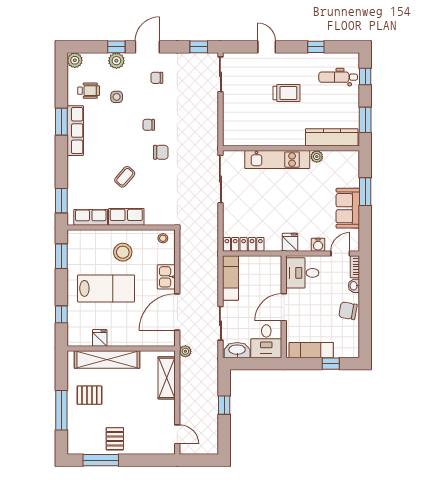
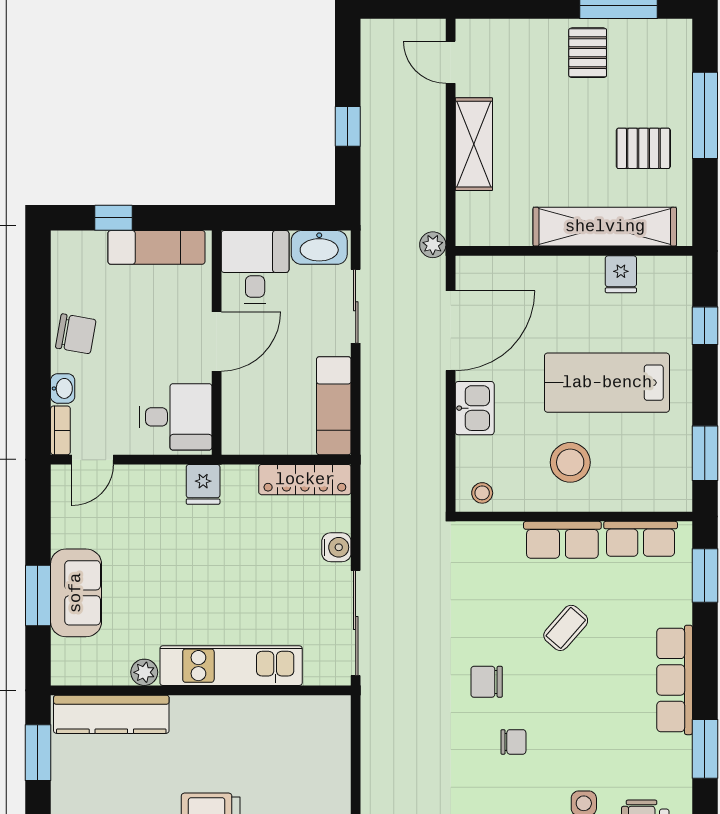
row of seats: (75, 131) -> (675, 680), moved
sofa: (348, 208) -> (76, 593), moved
water cooler: (318, 245) -> (336, 547), moved, turned 90
shelving: (167, 378) -> (474, 144), moved

